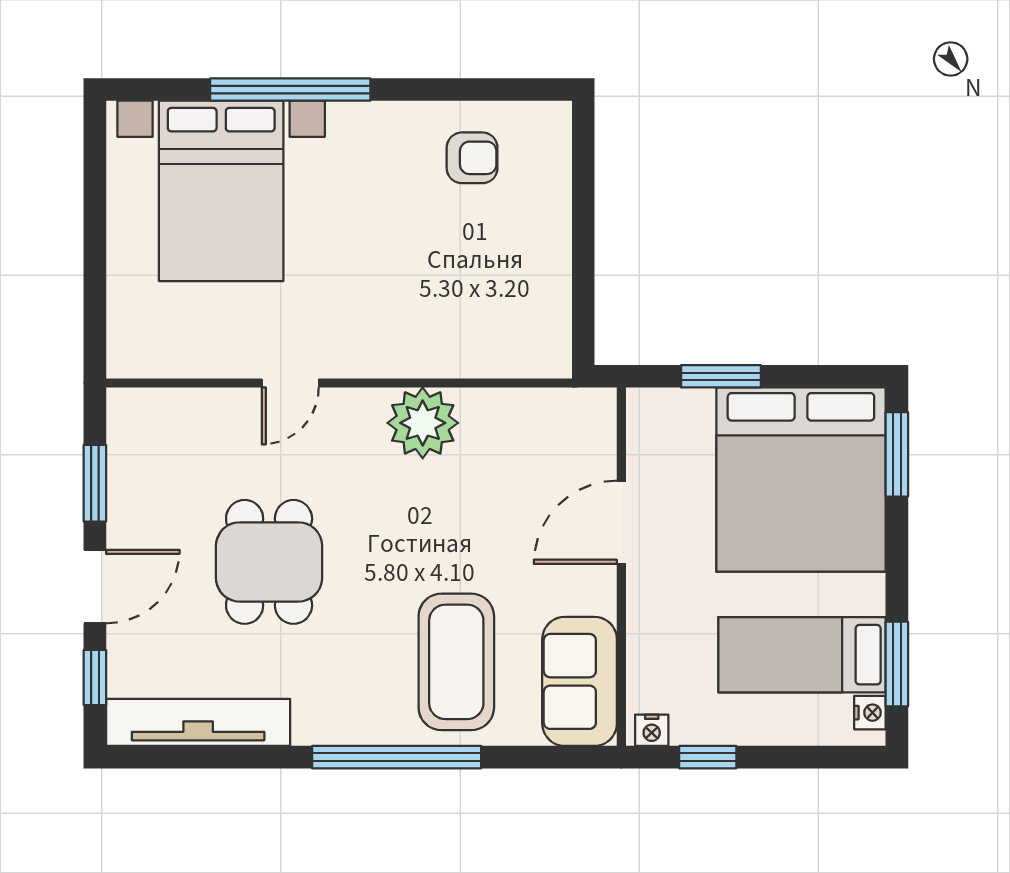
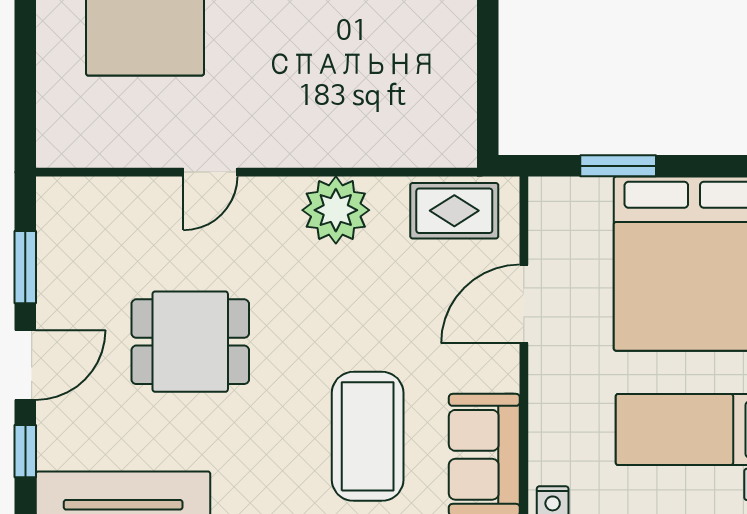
rug: (548, 424) -> (454, 211), added
dining table: (269, 562) -> (190, 342), turned 90

